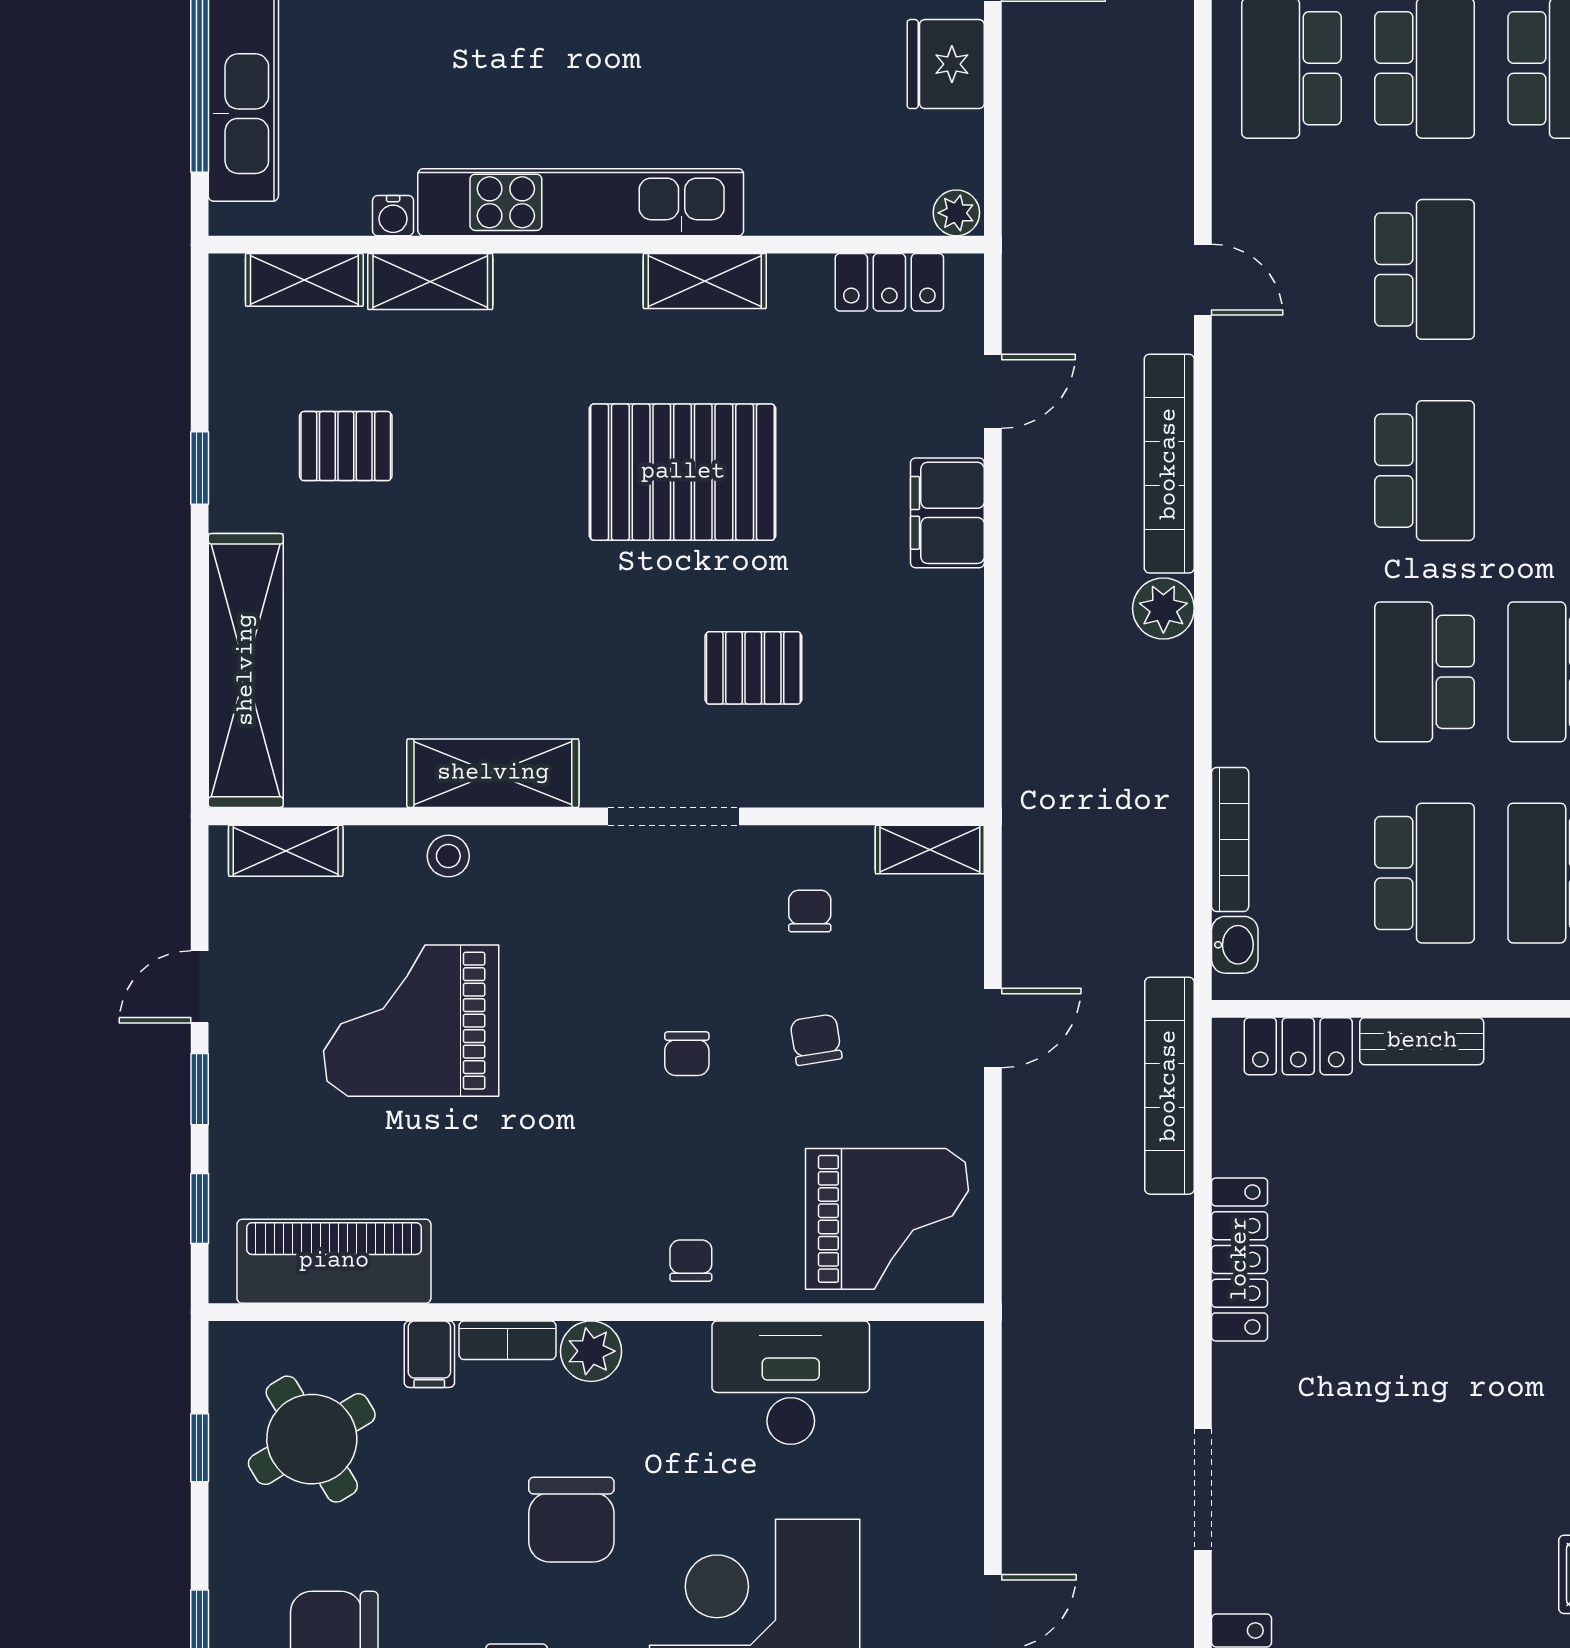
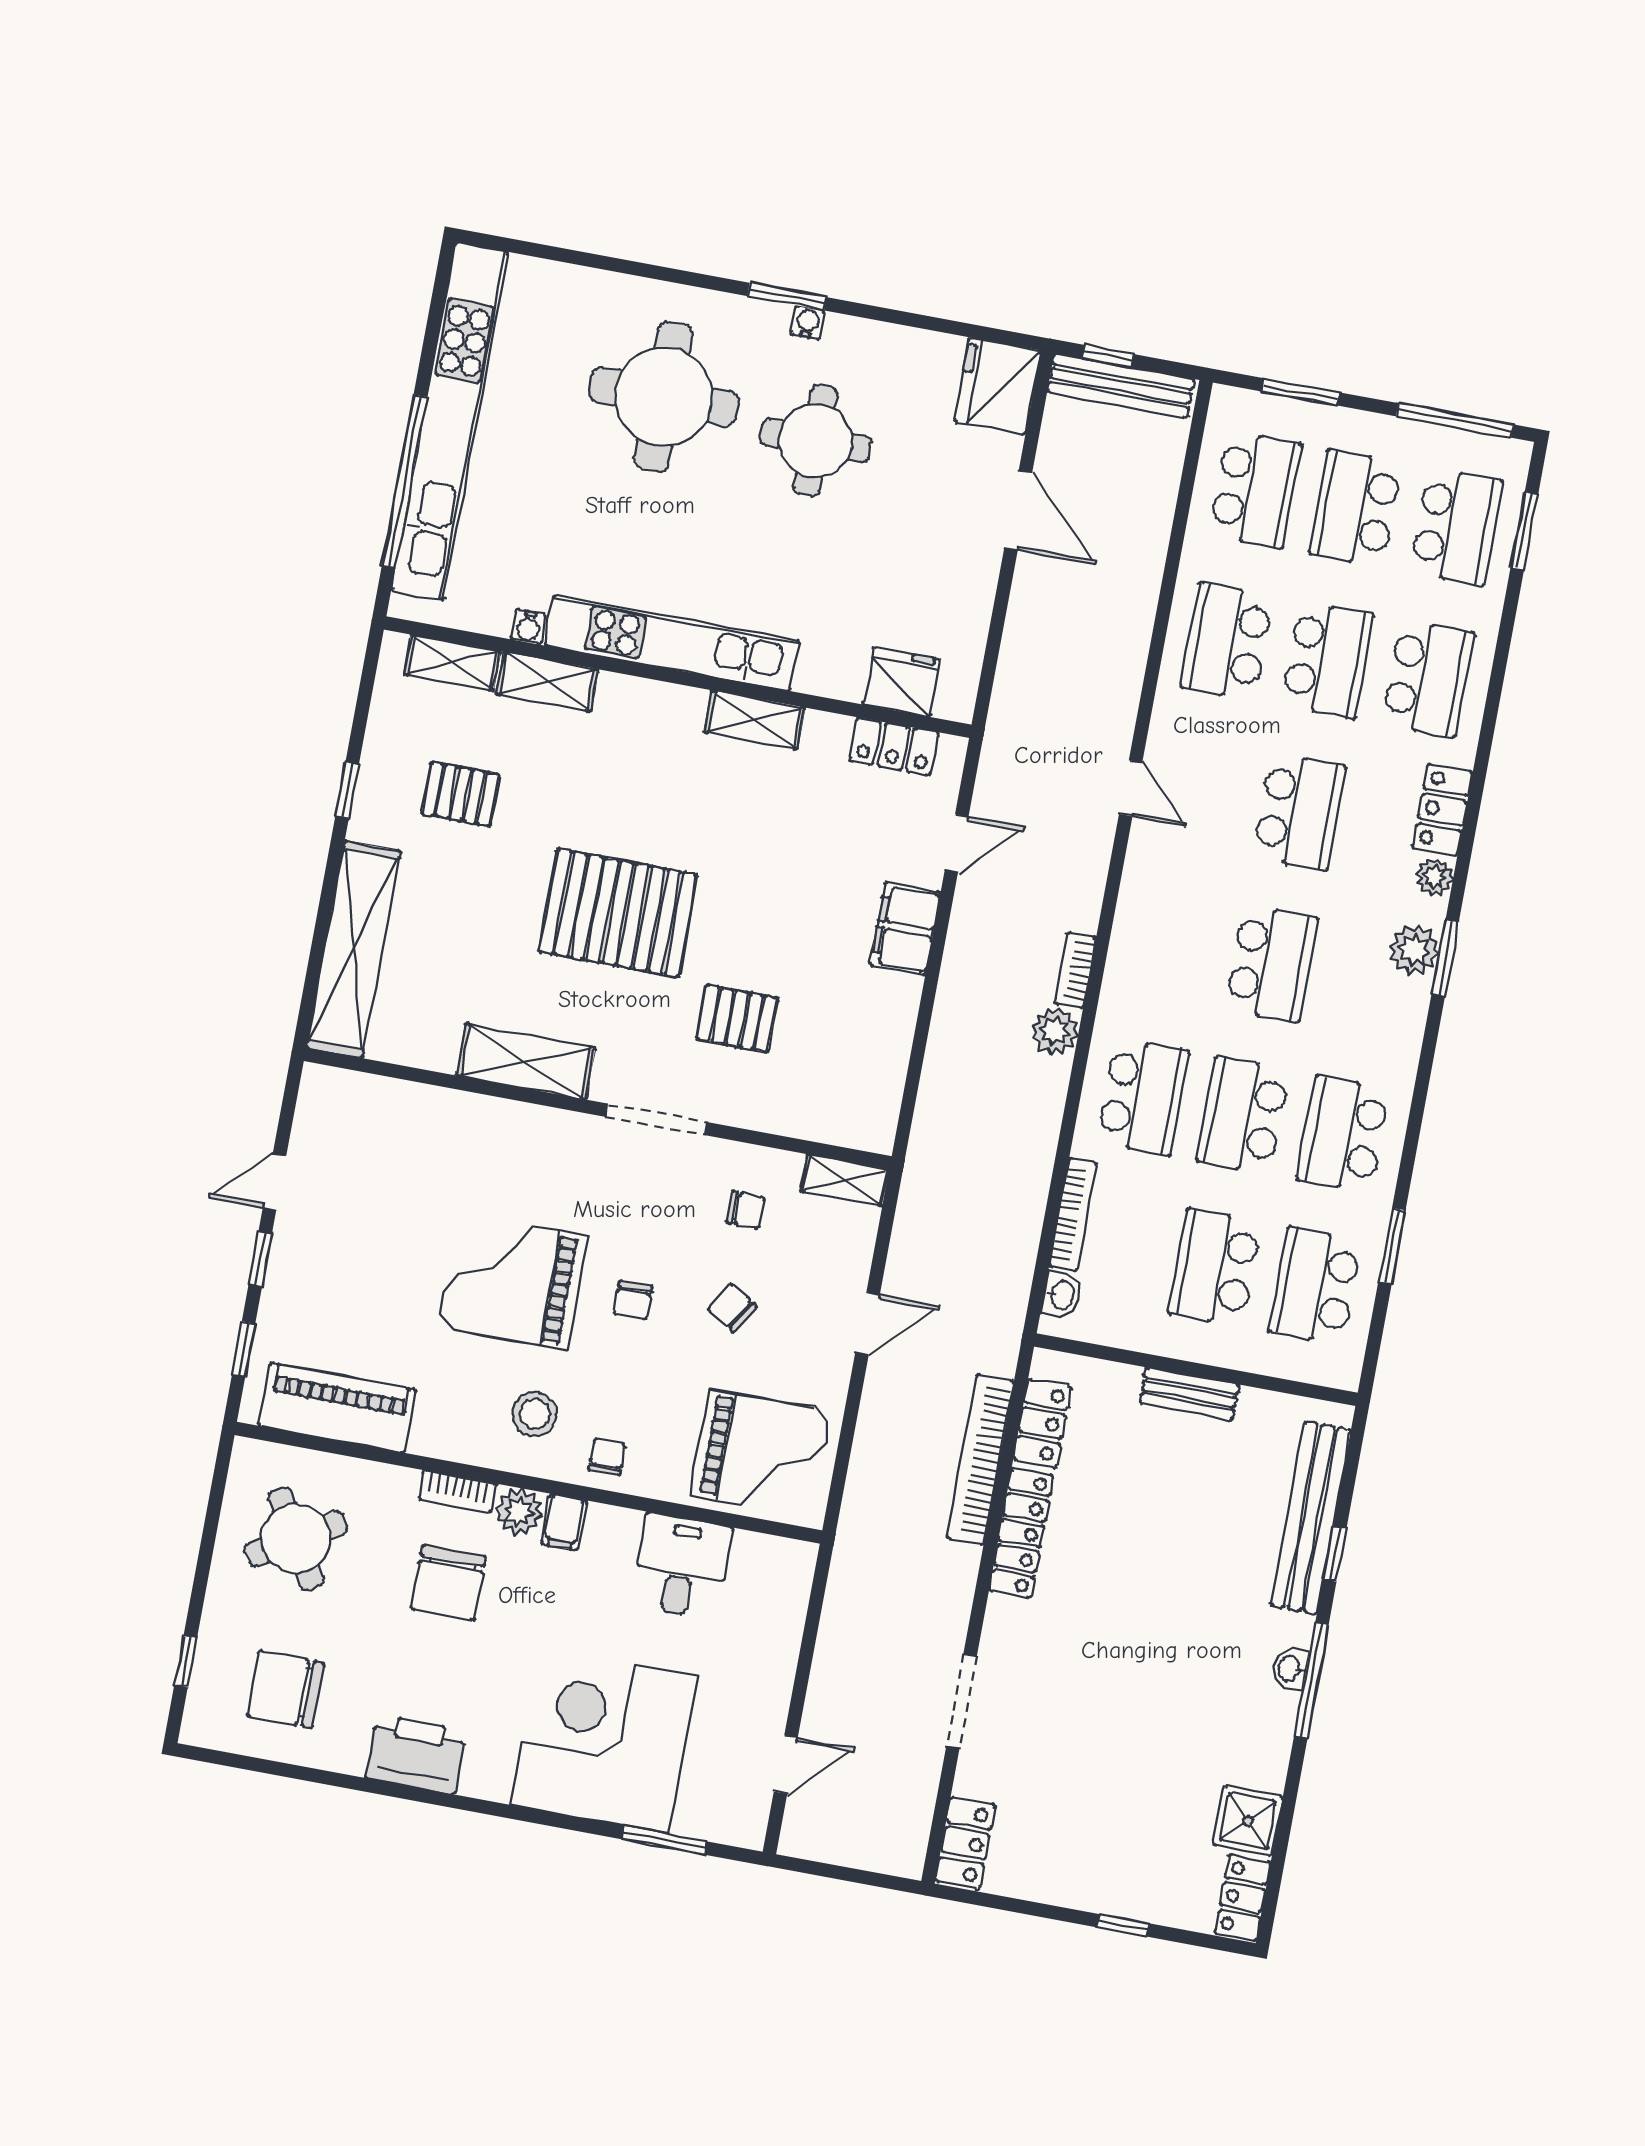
fridge: (946, 64) -> (901, 682), moved, turned 90
plant: (956, 213) -> (954, 703), removed
bookcase: (1169, 464) -> (1075, 970), width x0.43, depth x0.76
pallet: (683, 472) -> (618, 913), moved
school desk: (1291, 672) -> (1143, 1097), added
shelving: (286, 851) -> (359, 1091), removed
stool: (448, 856) -> (535, 1414), moved, width x1.37, depth x1.37
school desk: (1425, 873) -> (1215, 1267), turned 180
chair: (810, 911) -> (746, 1210), turned 90
grand piano: (411, 1021) -> (512, 1281), moved
chair: (816, 1040) -> (732, 1308), turned -50
locker: (1298, 1046) -> (1042, 1423), moved, turned -90
bookcase: (1169, 1086) -> (980, 1460), moved
filing cabinet: (429, 1354) -> (564, 1522), moved
desk: (791, 1383) -> (681, 1566), width x0.73
window: (200, 1448) -> (210, 1530), removed
chair: (571, 1520) -> (448, 1583), moved

